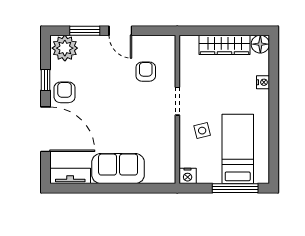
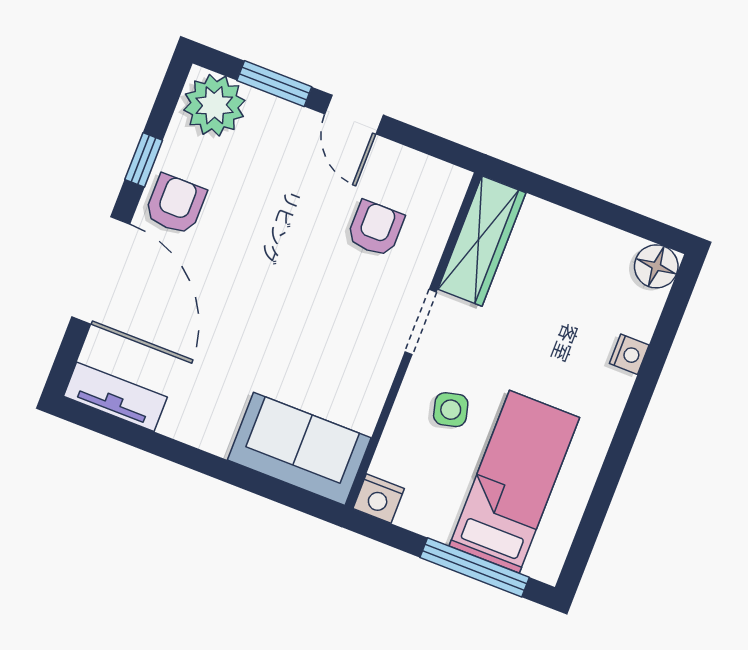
wardrobe: (224, 45) -> (482, 241), moved, turned -90
sofa: (118, 169) -> (299, 449), moved

